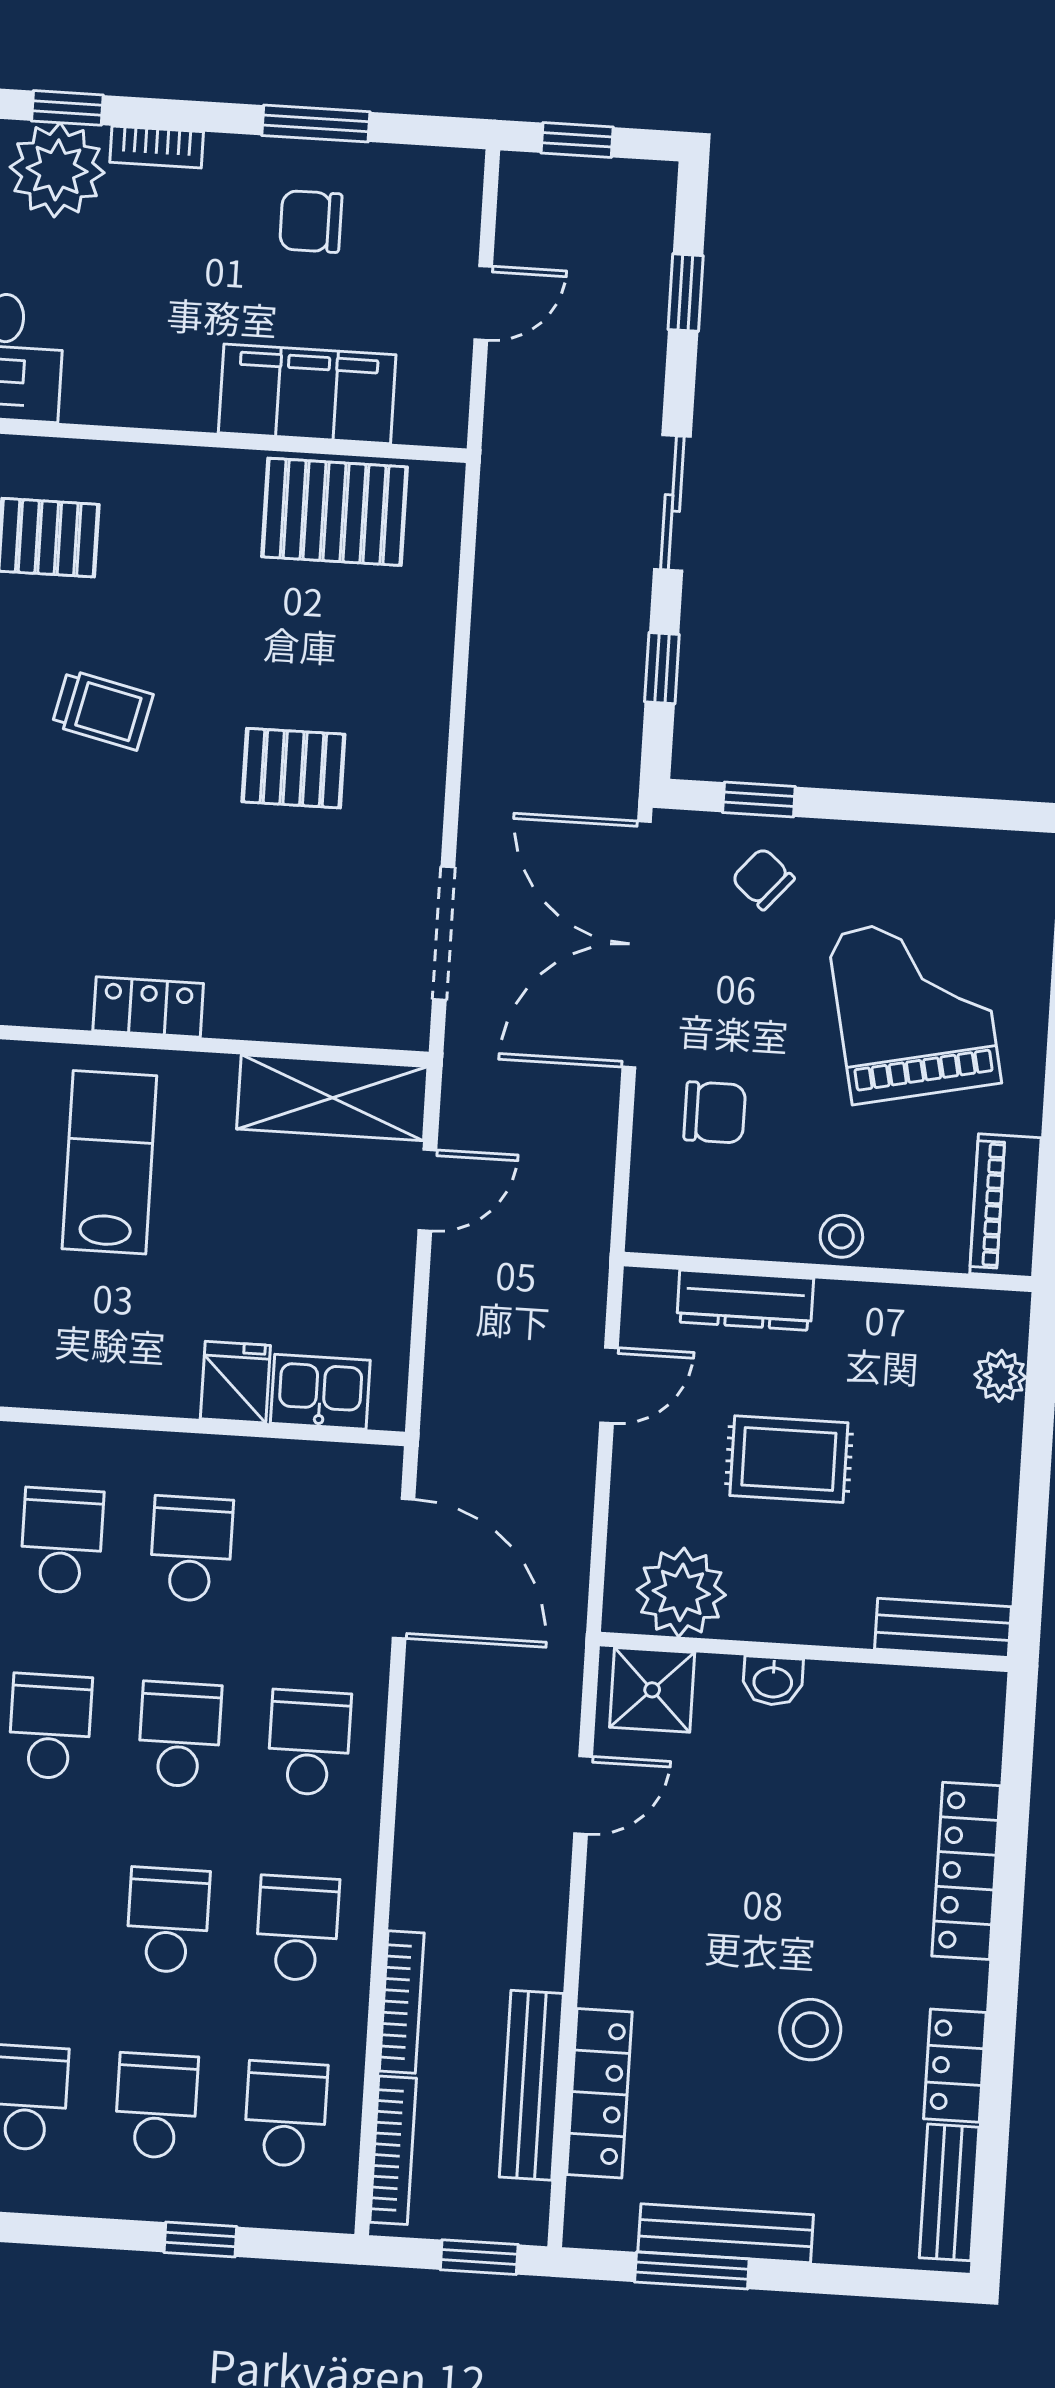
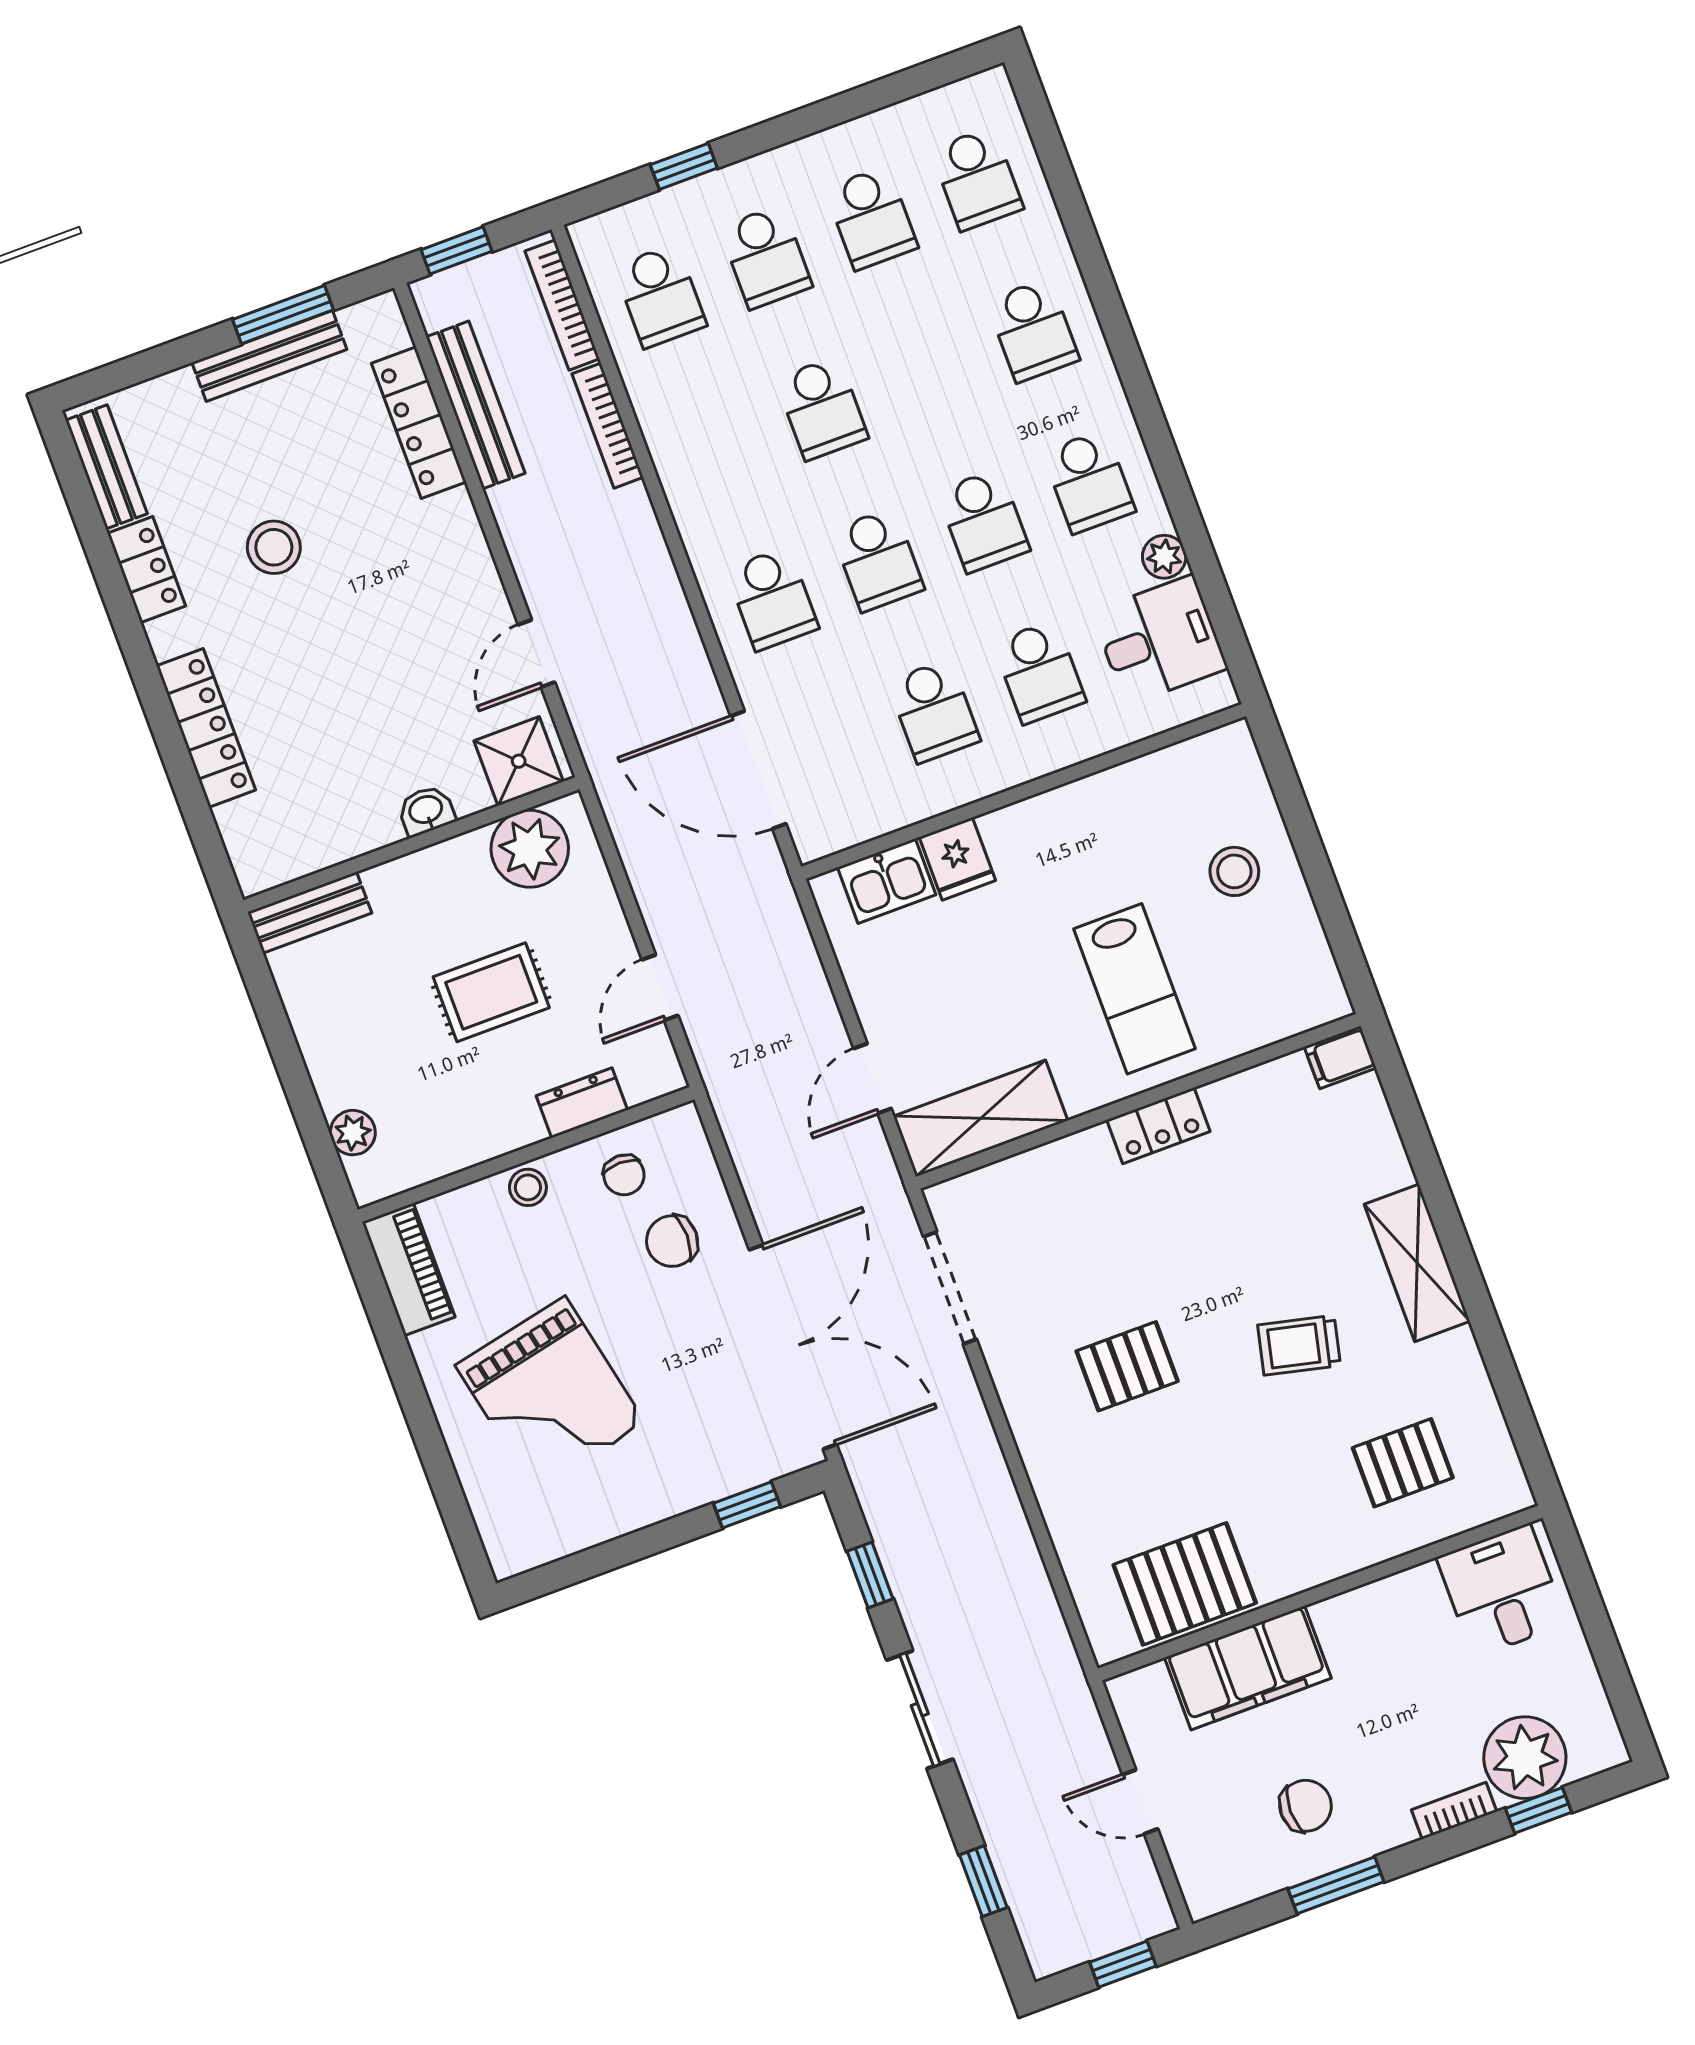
door: (483, 303) -> (1140, 1802), hinge flipped
chair: (763, 879) -> (624, 1175), moved, turned 49
dresser: (745, 1300) -> (582, 1103), width x0.70
school desk: (297, 1928) -> (716, 447), removed

